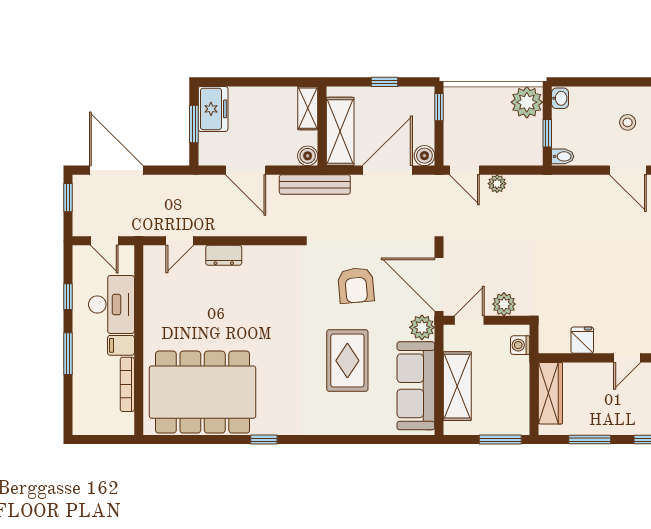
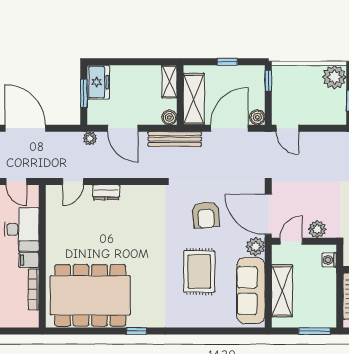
plant: (497, 184) -> (90, 138), moved

